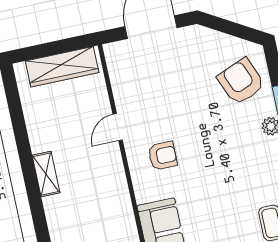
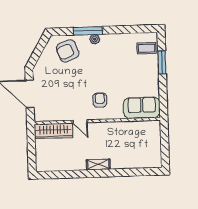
wardrobe: (62, 67) -> (54, 131), moved, turned 90

